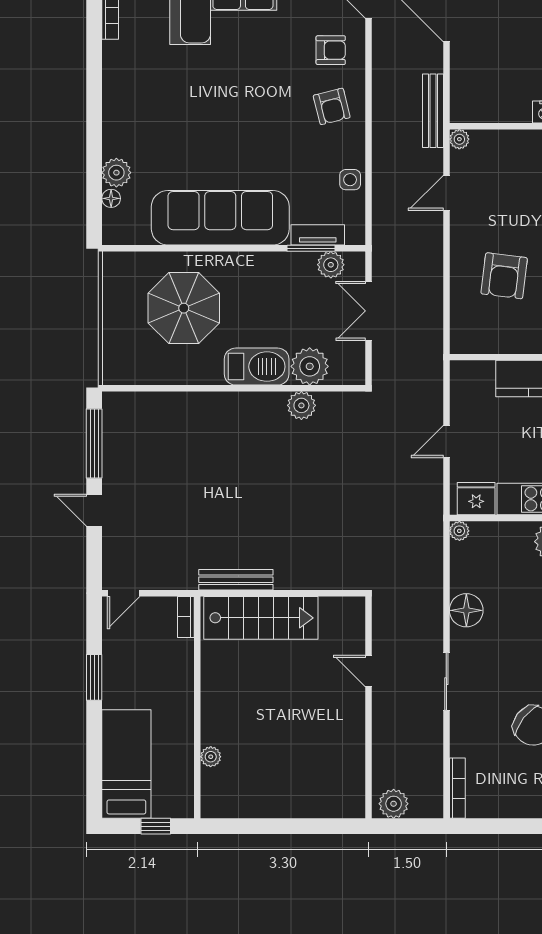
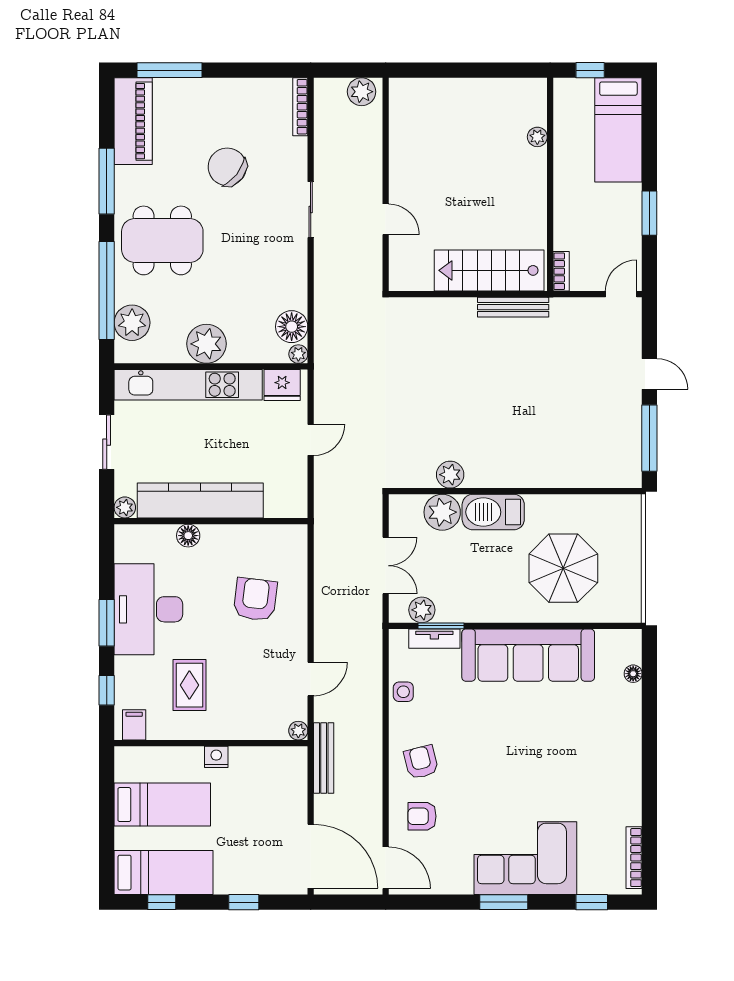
plant: (116, 173) -> (628, 698), removed
floor lamp: (466, 610) -> (292, 327), moved

